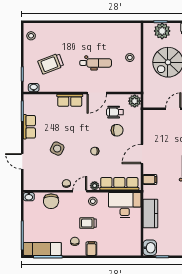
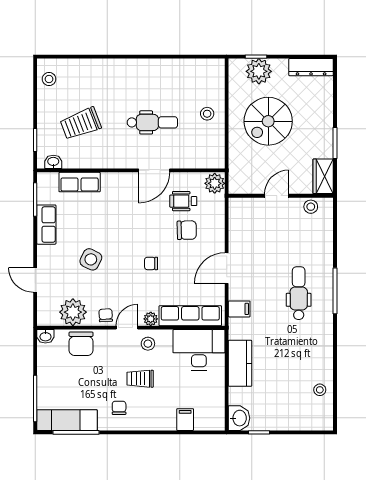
row of seats: (70, 100) -> (80, 182), moved
plant: (46, 182) -> (73, 312), added
filing cabinet: (91, 249) -> (185, 420), moved

